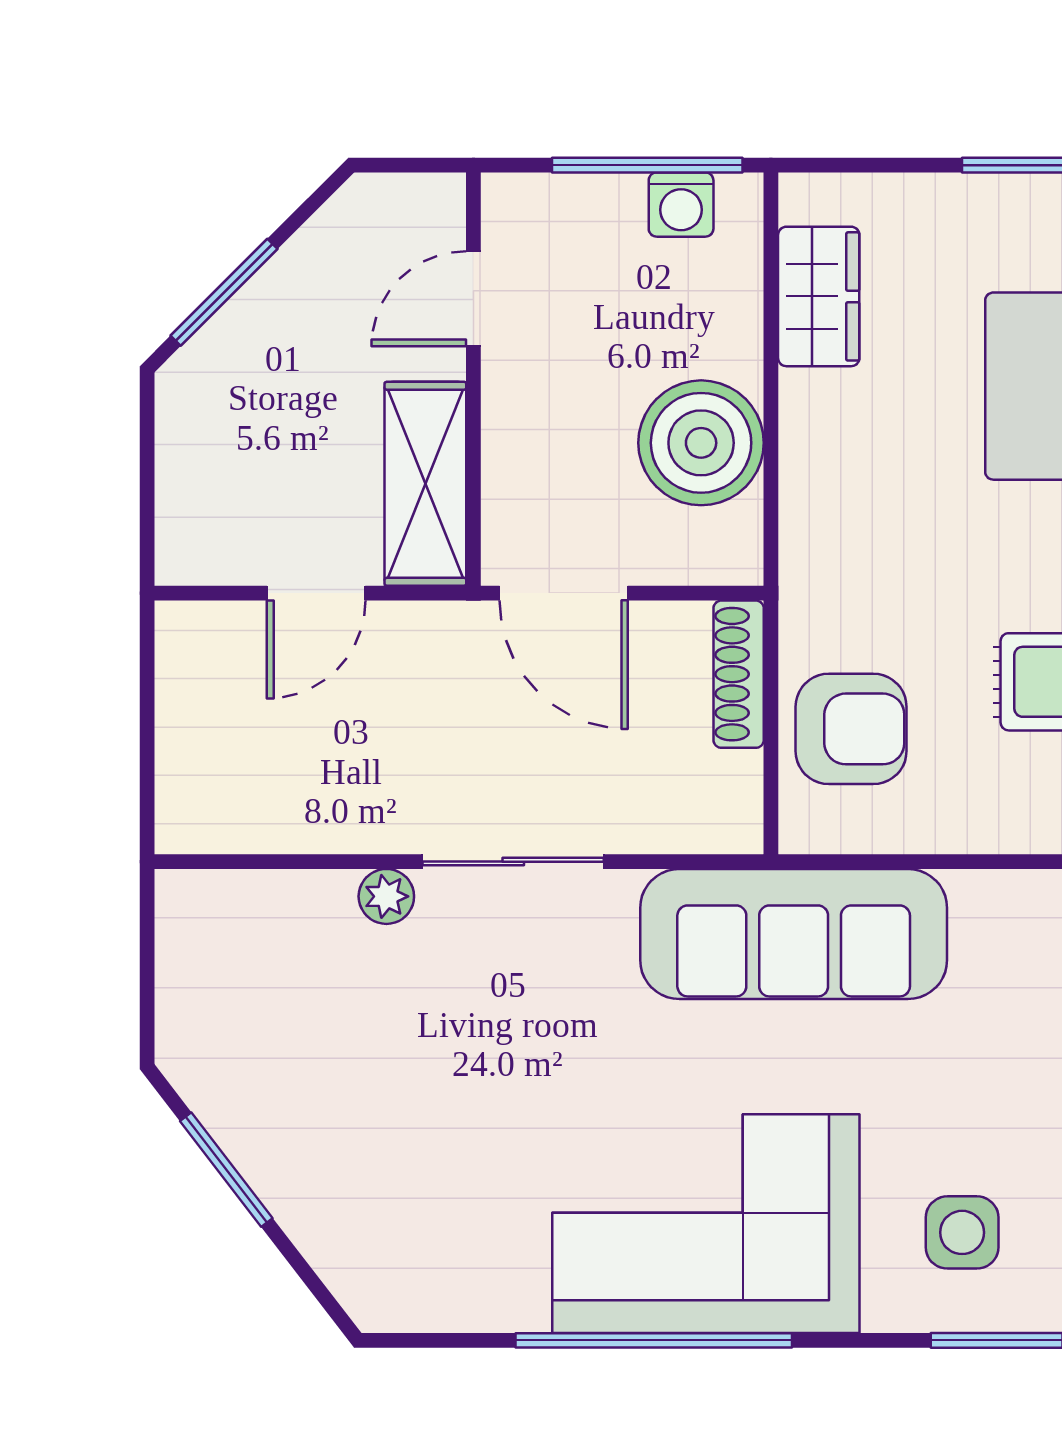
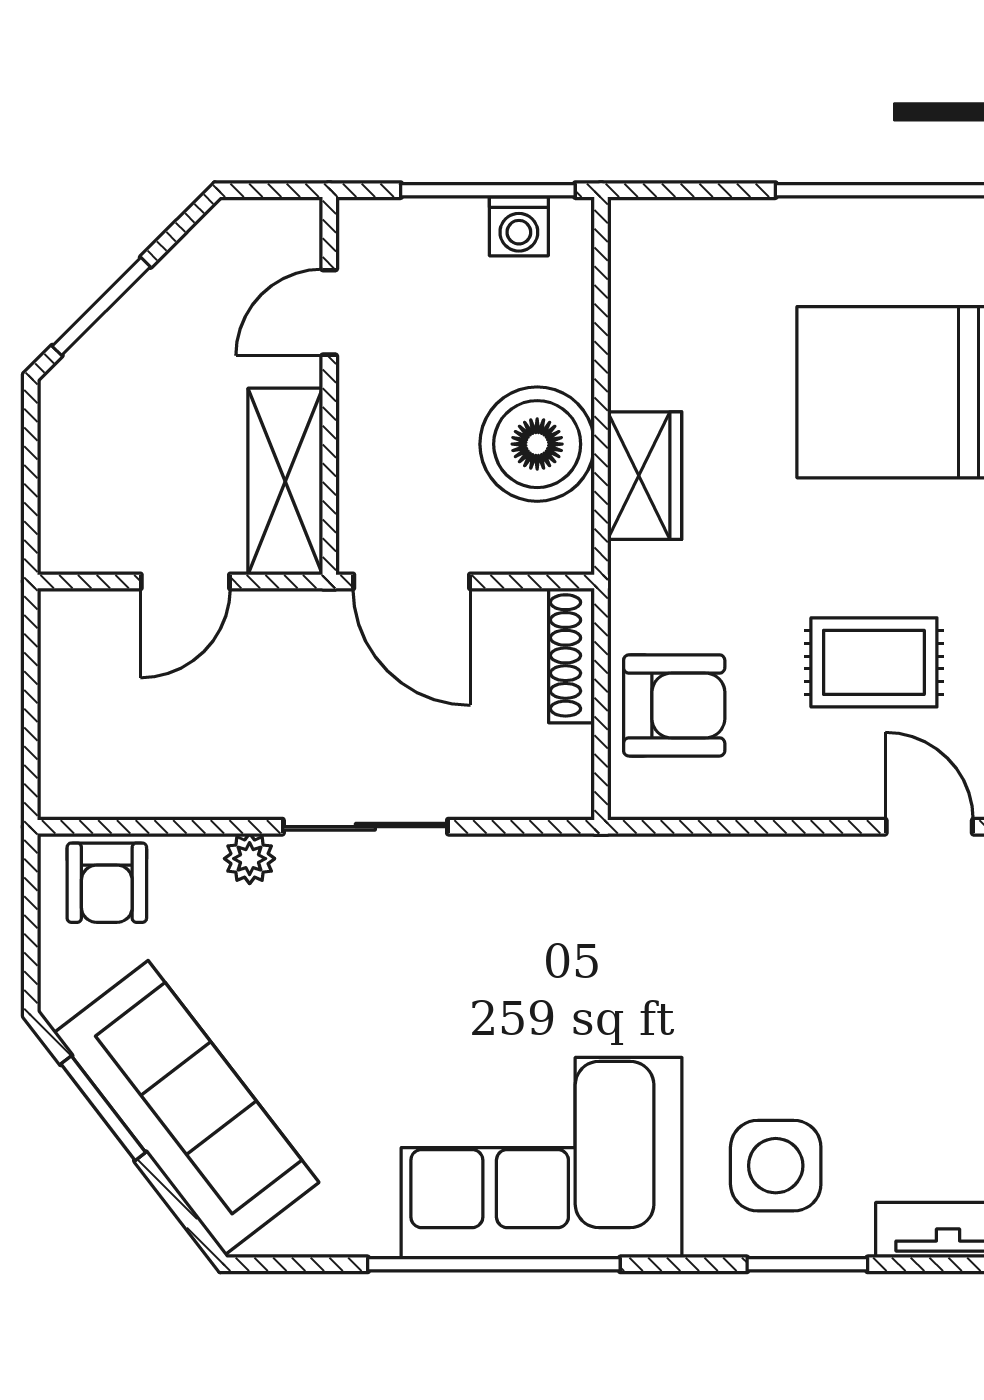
wardrobe: (819, 296) -> (645, 476), moved
armchair: (230, 923) -> (107, 883), added
sofa: (794, 934) -> (186, 1108), moved, turned -128
side table: (962, 1232) -> (776, 1166), width x1.37, depth x1.37

